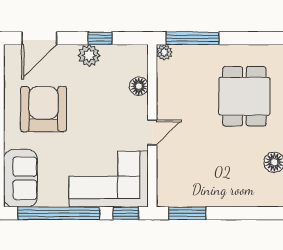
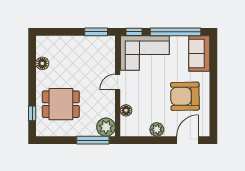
window: (100, 38) -> (150, 140), removed
plant: (164, 52) -> (106, 127), width x1.88, depth x1.88
dining table: (244, 96) -> (61, 104), turned 90
armchair: (44, 109) -> (185, 96), turned 89

